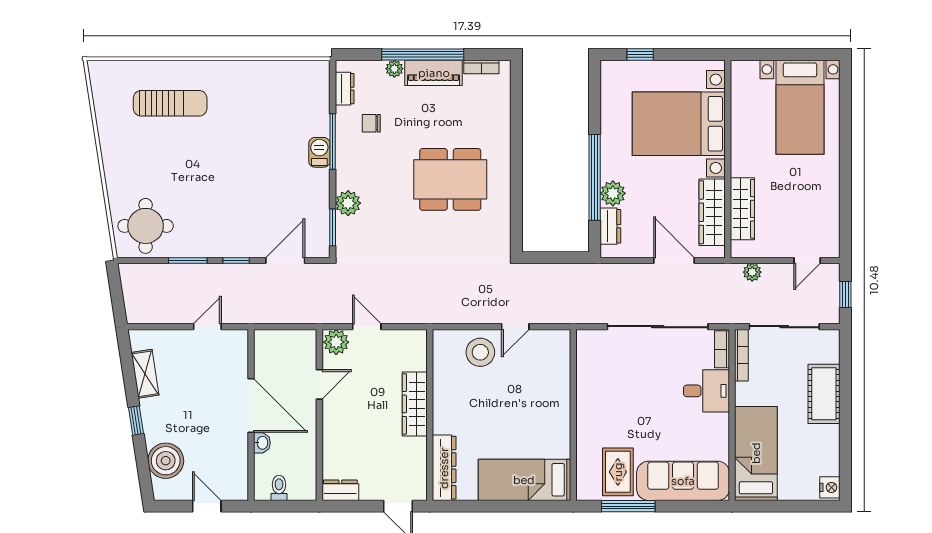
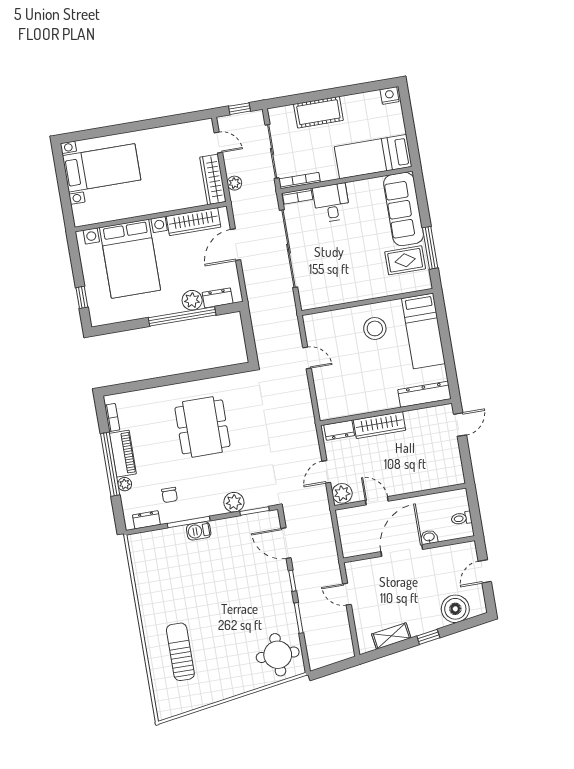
wardrobe: (742, 209) -> (213, 179), moved, turned -90
stool: (480, 352) -> (375, 328), moved
dresser: (340, 490) -> (339, 430), moved, turned -90

